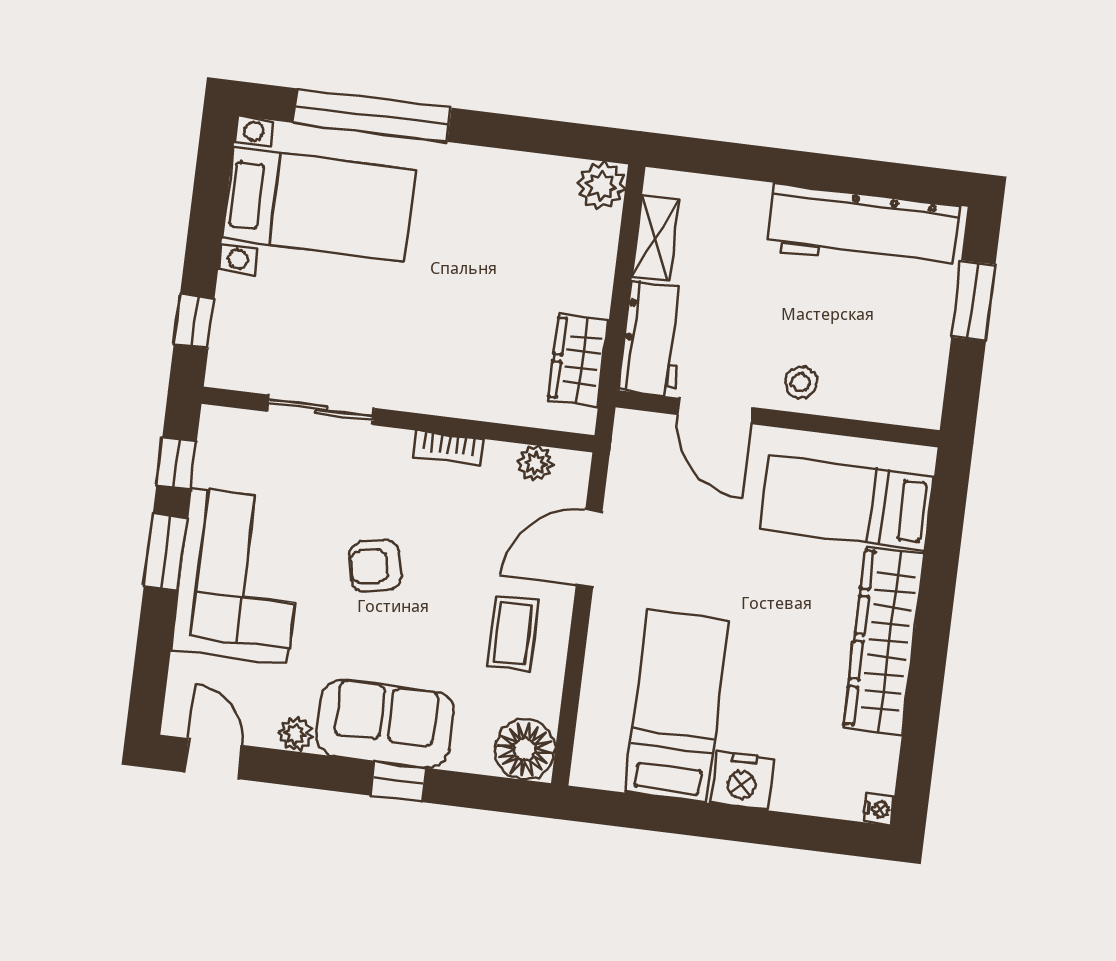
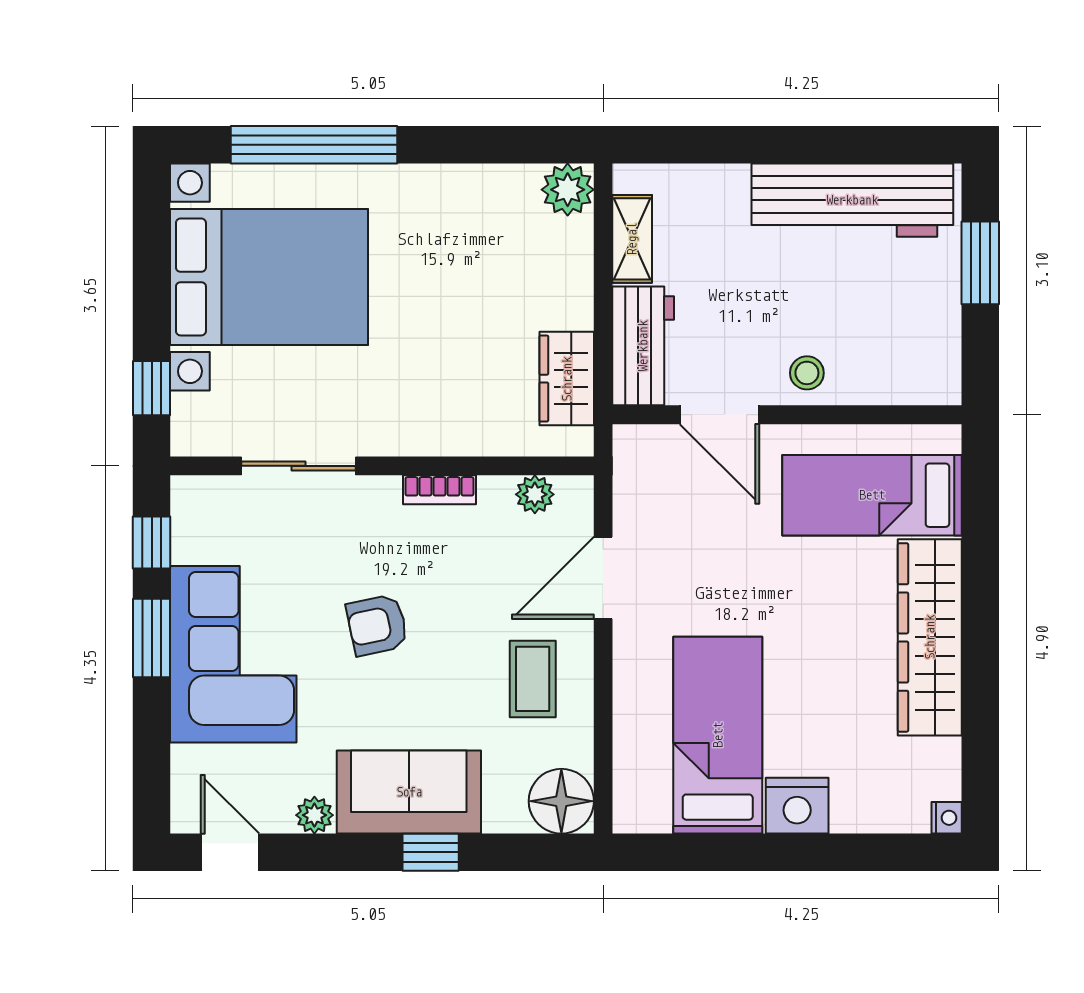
bed with nightstands: (319, 204) -> (269, 277), width x1.36

